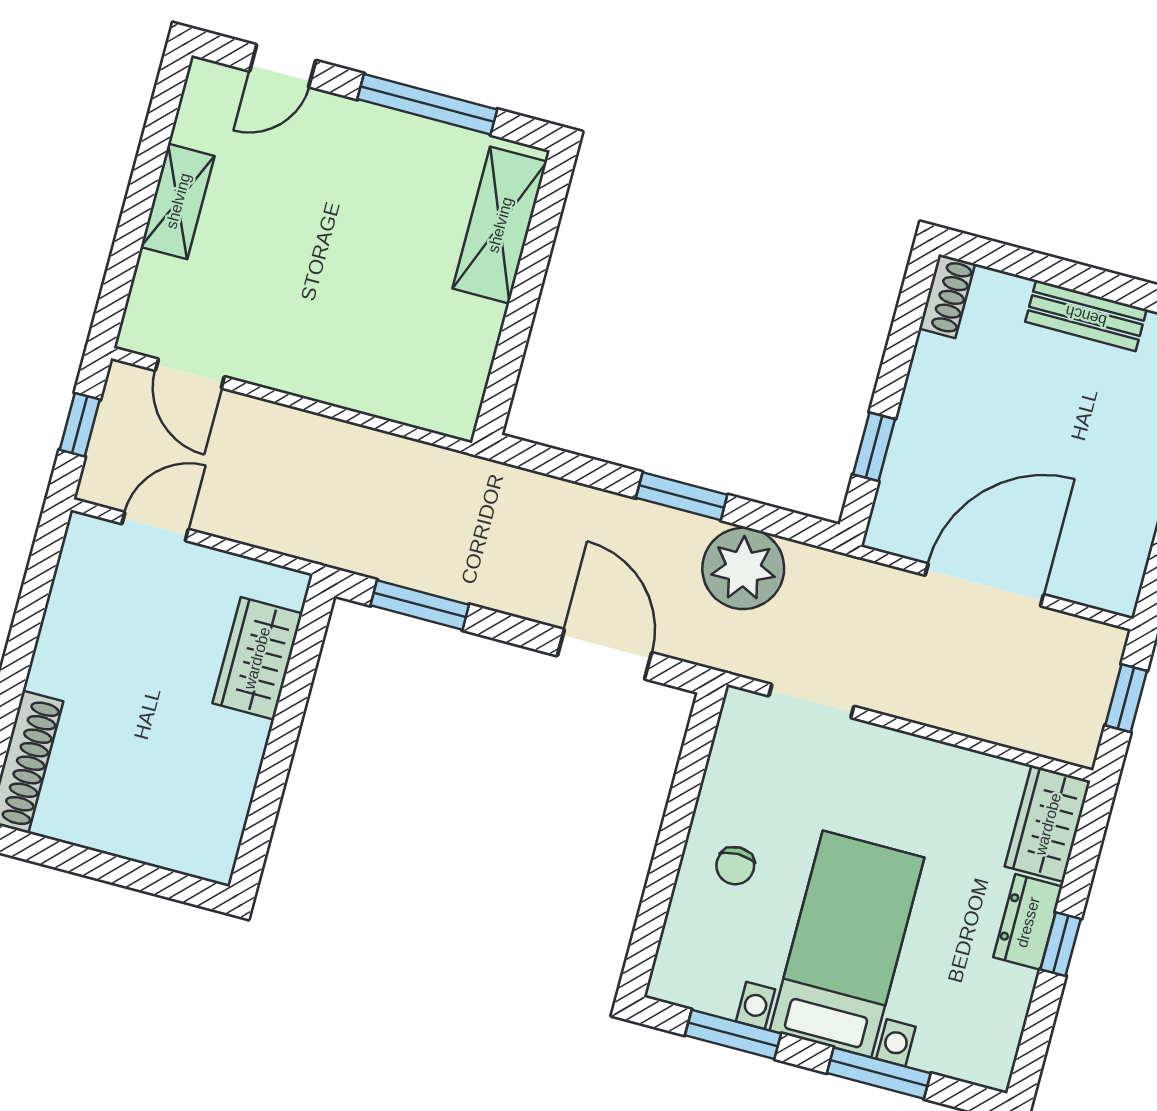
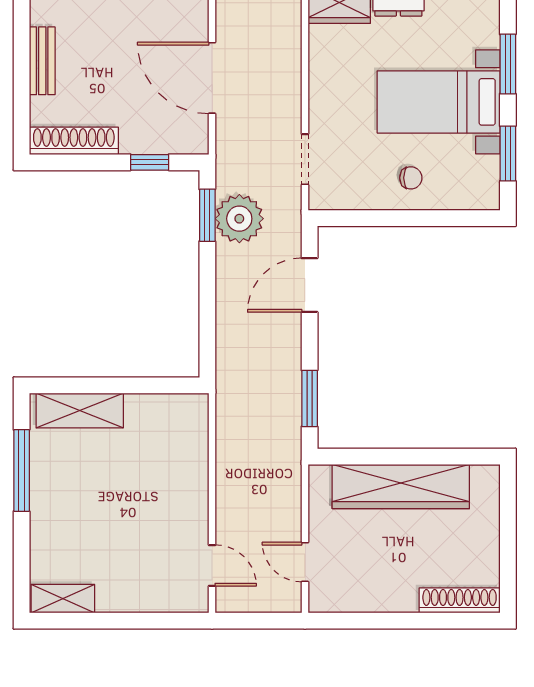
door: (283, 66) -> (22, 559), removed
shelving: (178, 201) -> (63, 599), moved
shoe rack: (947, 296) -> (74, 141), width x1.94, depth x1.24
door: (190, 374) -> (212, 565), hinge flipped
window: (80, 425) -> (258, 621), removed
window: (682, 496) -> (207, 215), moved
wardrobe: (257, 658) -> (401, 487), width x2.10, depth x1.17

